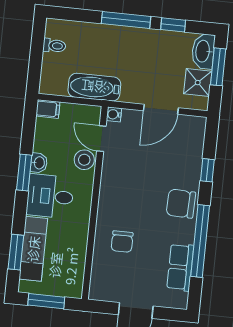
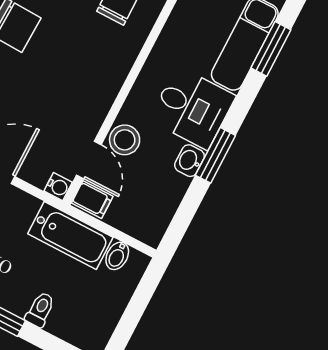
toilet: (54, 46) -> (40, 310), moved, turned 90
bidet: (60, 86) -> (117, 256), added
filing cabinet: (48, 109) -> (92, 200), moved, turned 180

